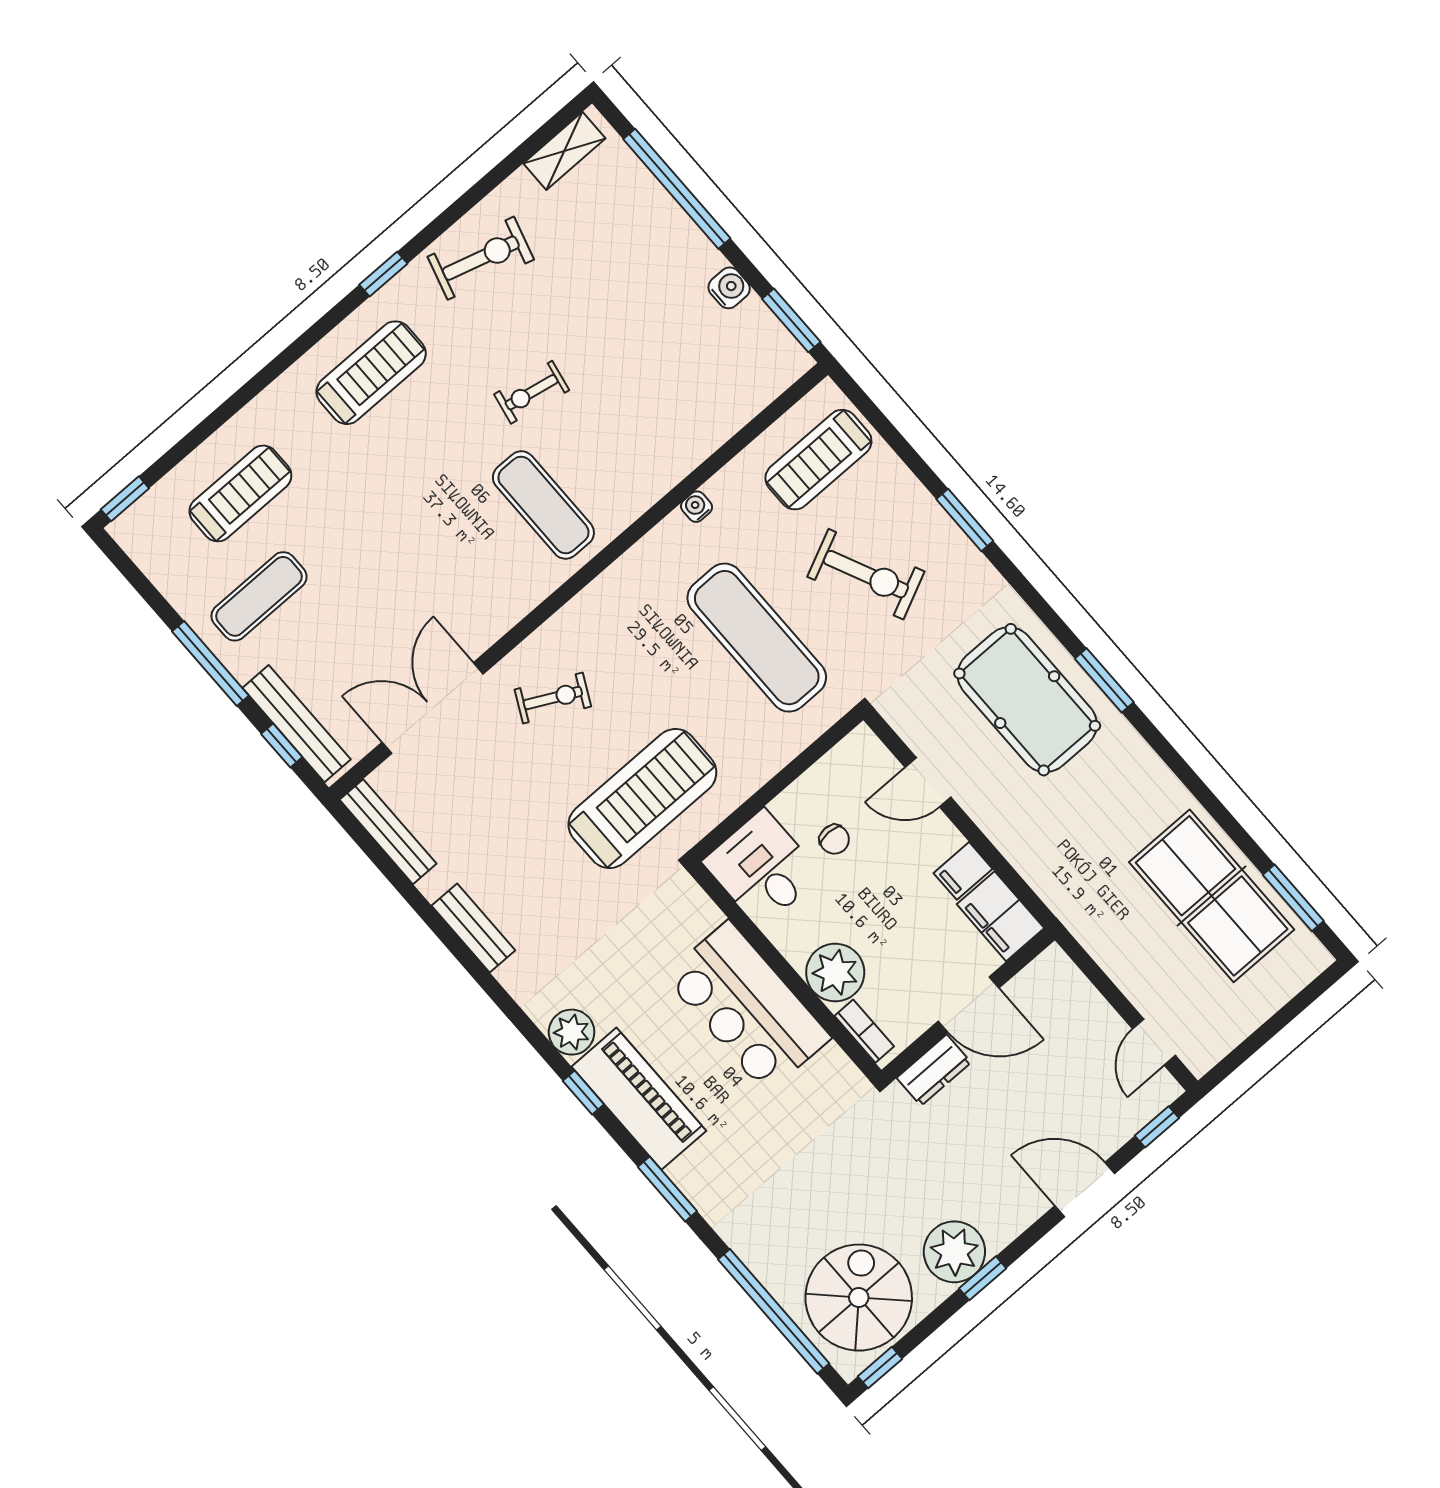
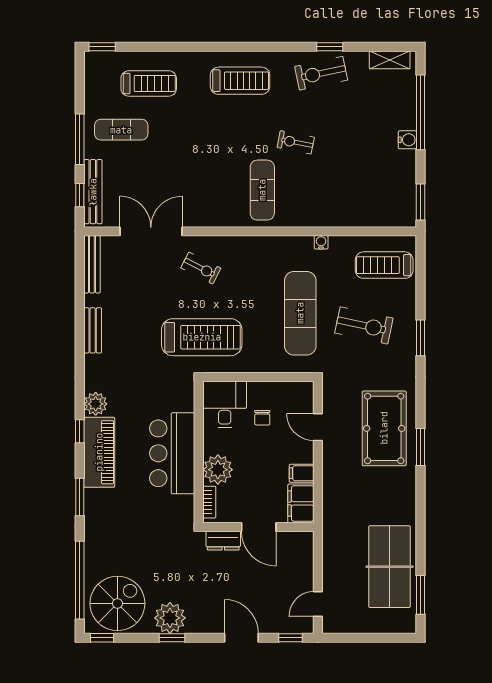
exercise bike: (481, 258) -> (321, 73), turned 152
window: (383, 274) -> (330, 47), moved
water cooler: (729, 288) -> (407, 140), moved
exercise bike: (866, 574) -> (364, 325), turned -53

